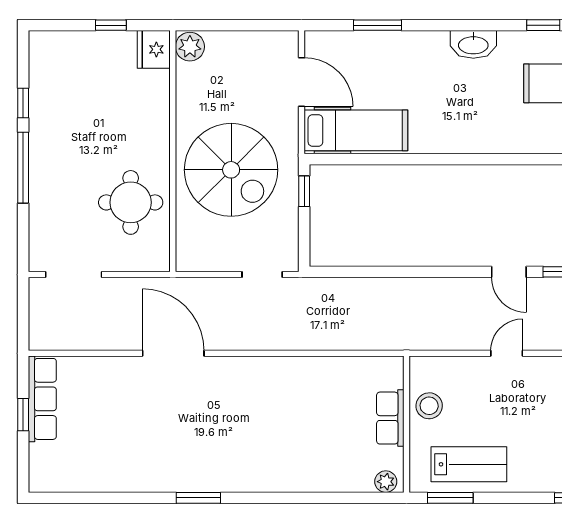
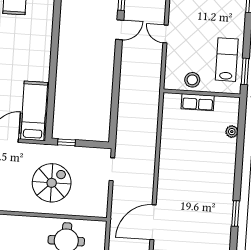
spiral stairs: (231, 170) -> (52, 183), width x0.73, depth x0.73
plant: (386, 482) -> (232, 132), moved

